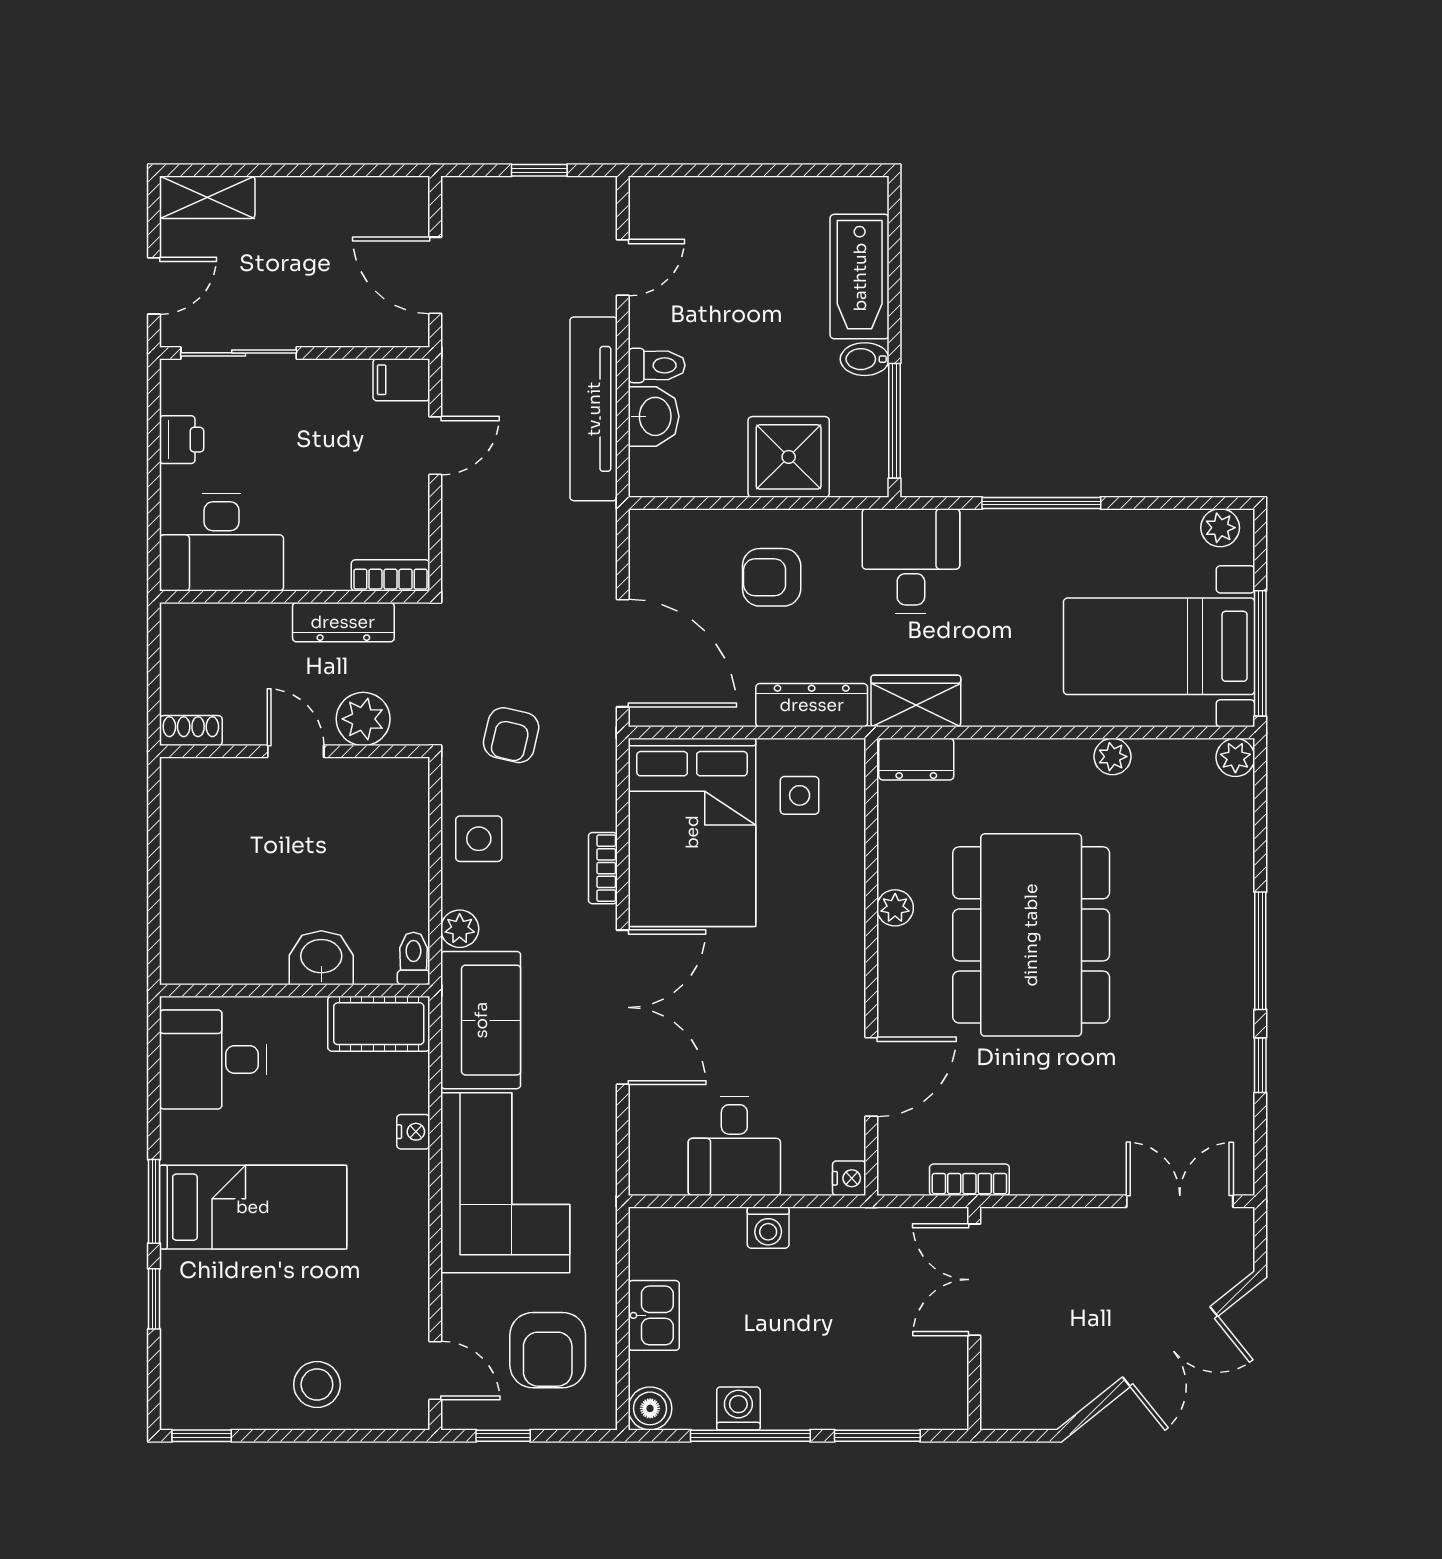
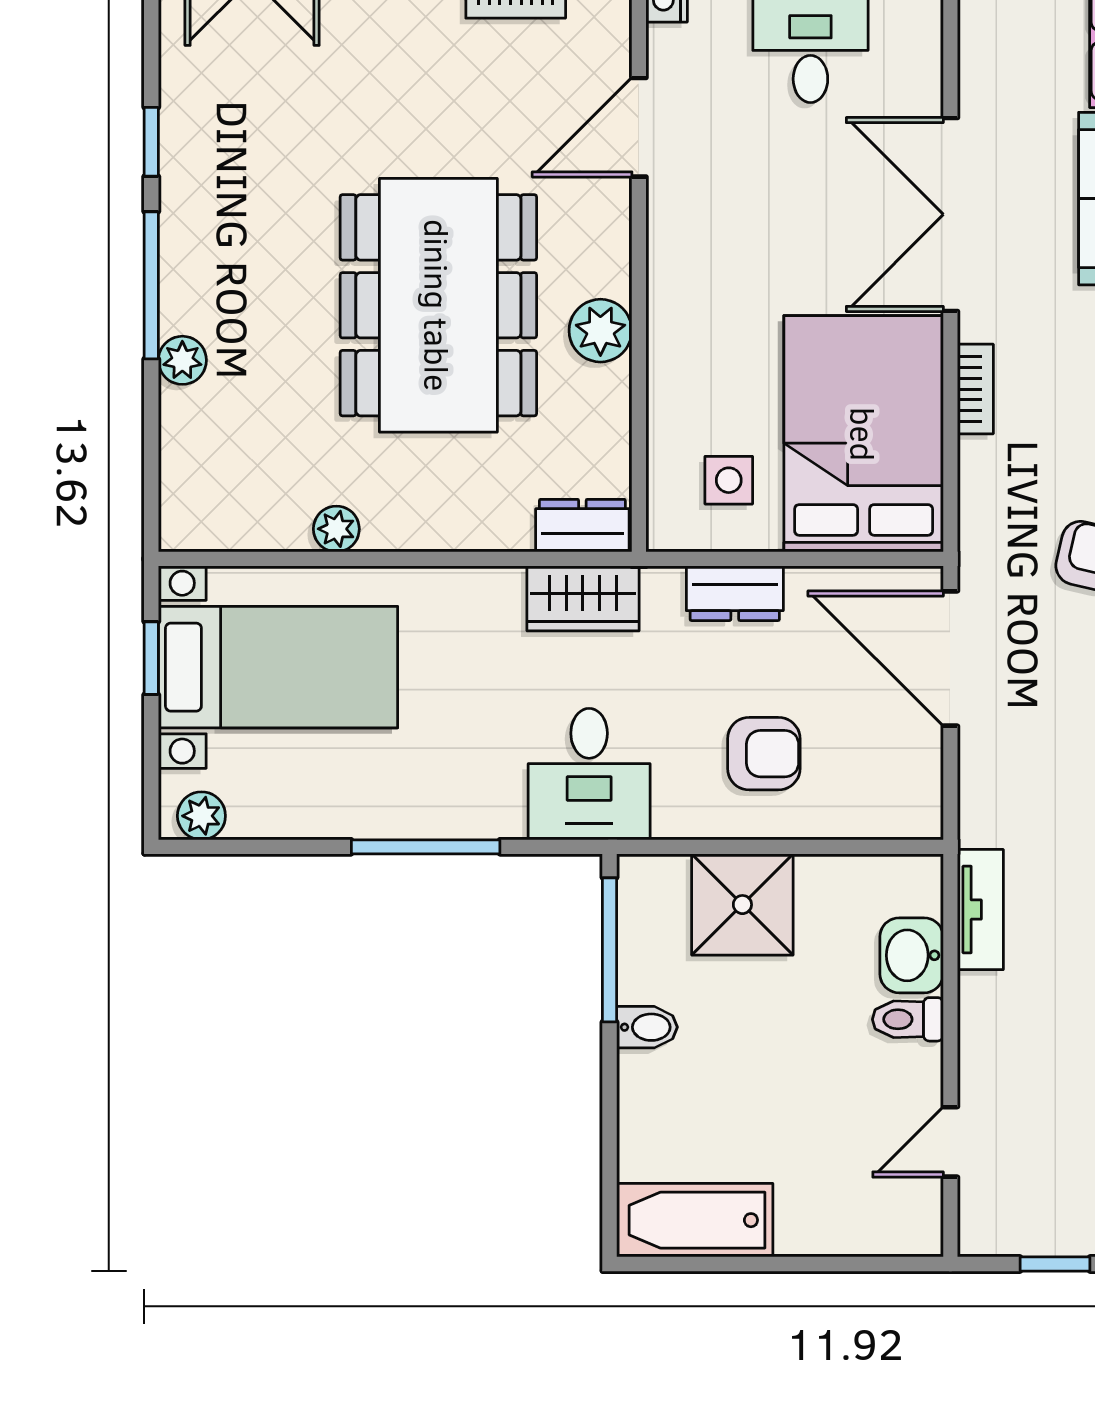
bathtub: (860, 277) -> (695, 1220), moved, turned -90
tv unit: (594, 409) -> (980, 910), width x0.52, depth x0.78
window: (1260, 653) -> (151, 658), width x0.46
dresser: (812, 705) -> (735, 593), width x0.70
plant: (1235, 757) -> (182, 360), moved
plant: (895, 908) -> (600, 331), width x1.38, depth x1.38

